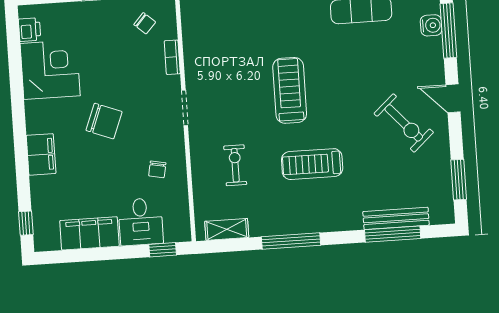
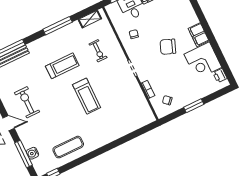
exercise bike: (404, 123) -> (27, 102), turned 42
filing cabinet: (41, 154) -> (199, 35), moved

